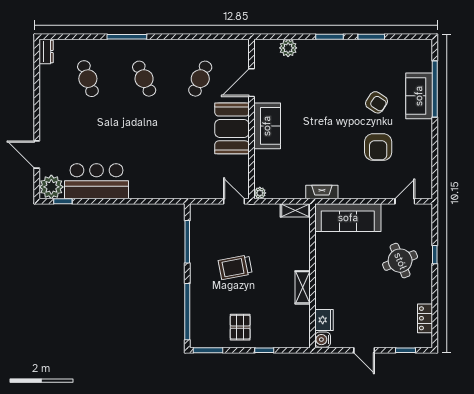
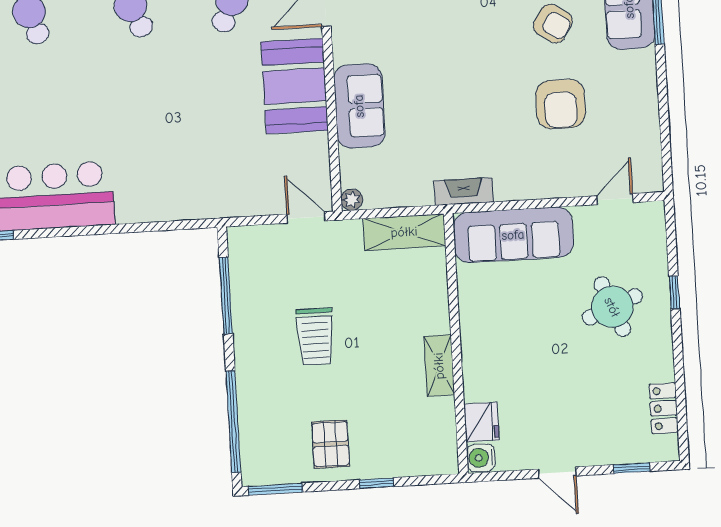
sofa: (267, 126) -> (359, 106), moved
shelving: (295, 210) -> (404, 232), width x1.50, depth x1.33
trolley: (235, 267) -> (315, 336), turned -79

